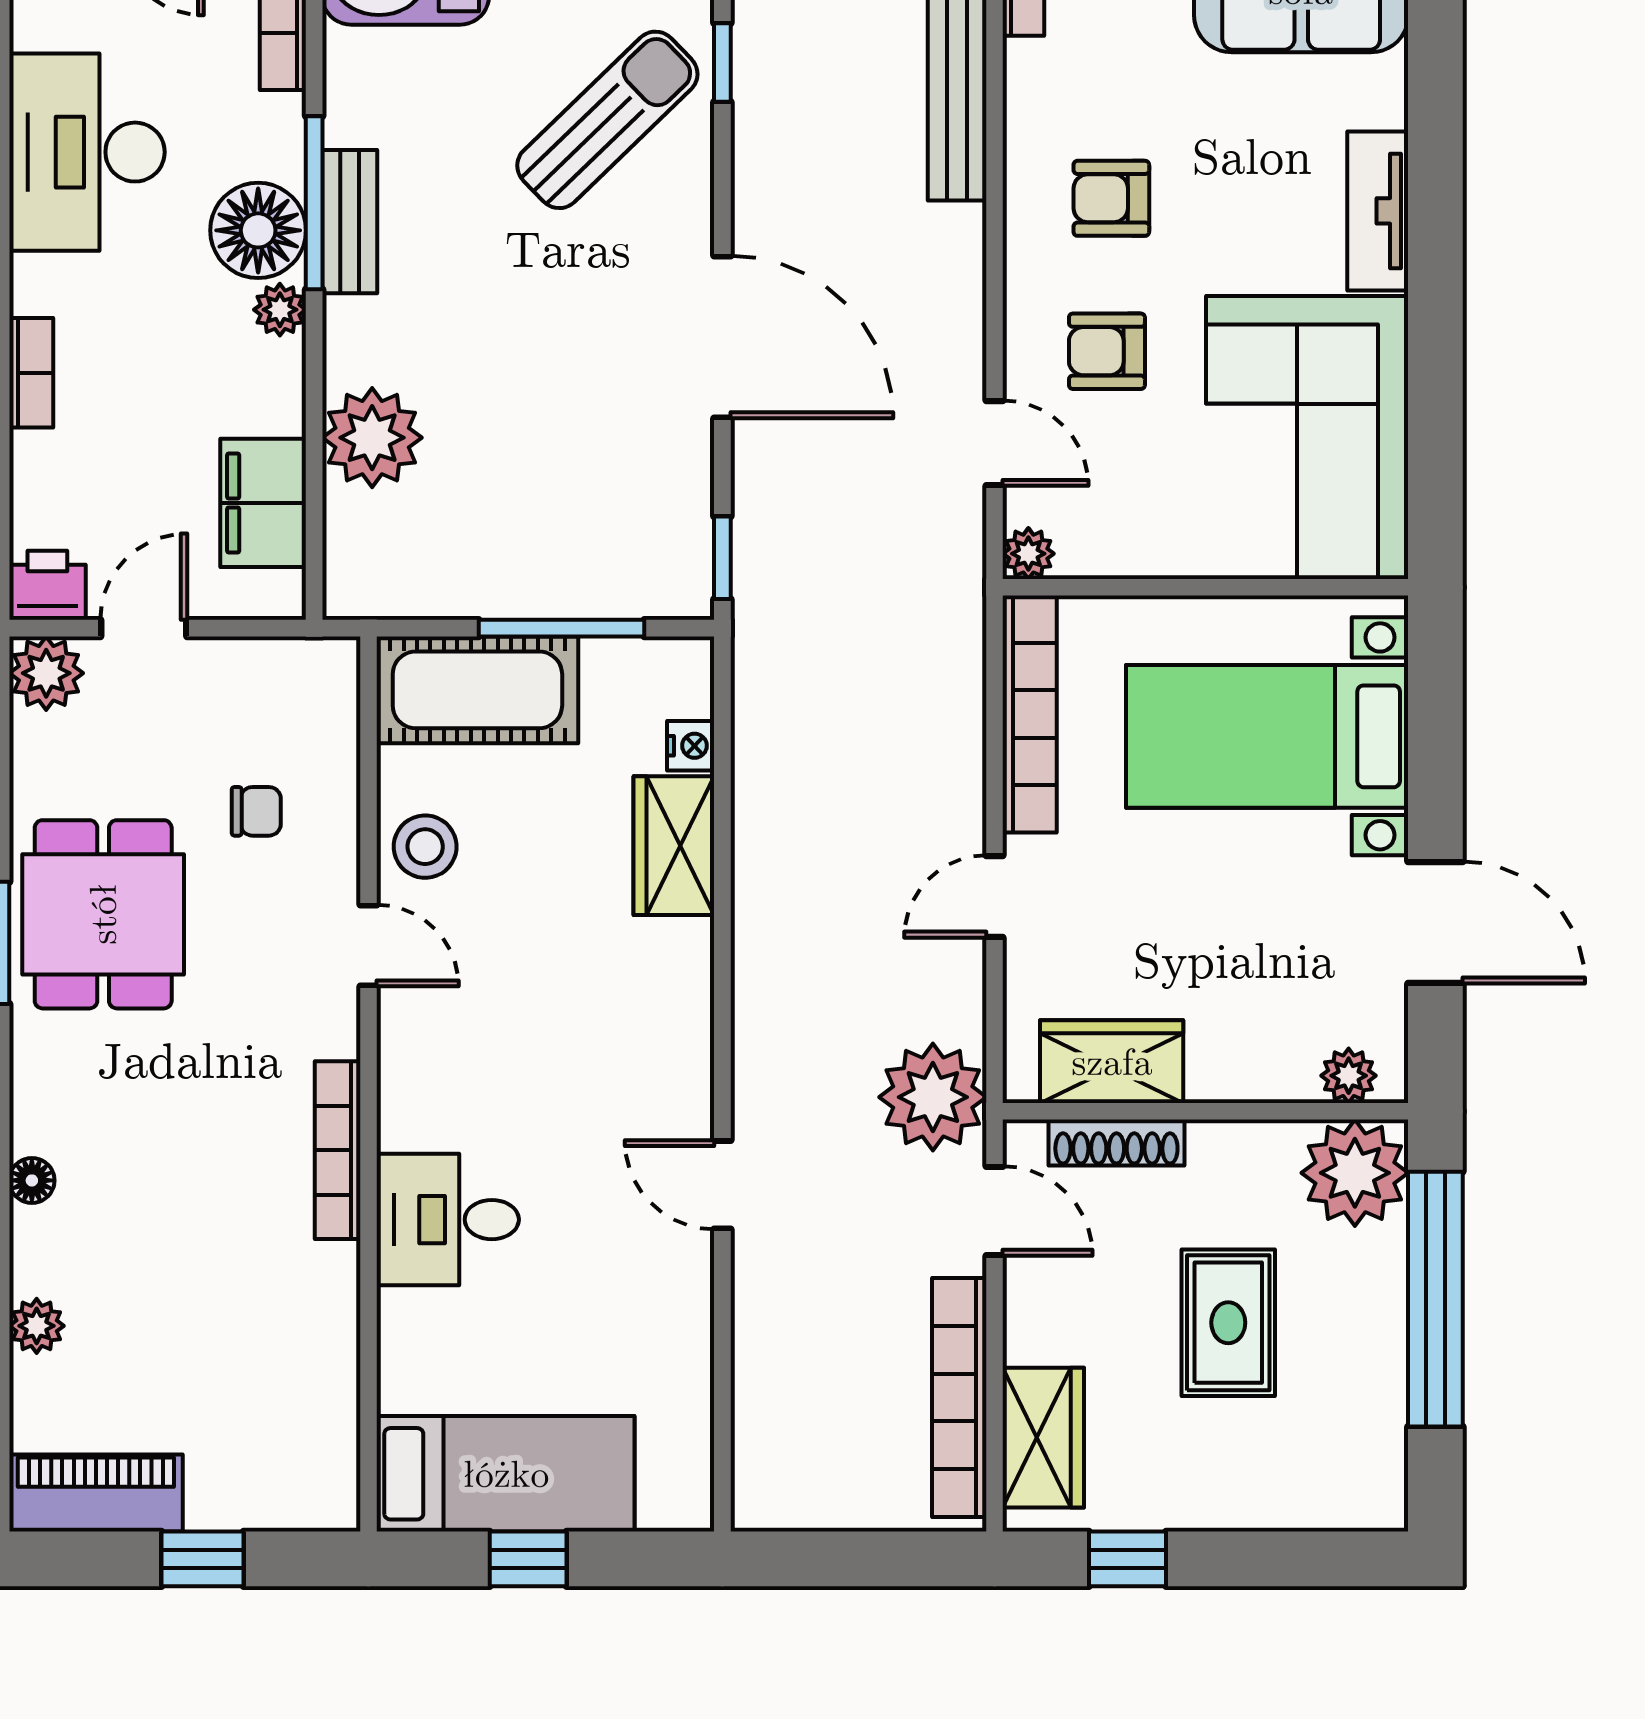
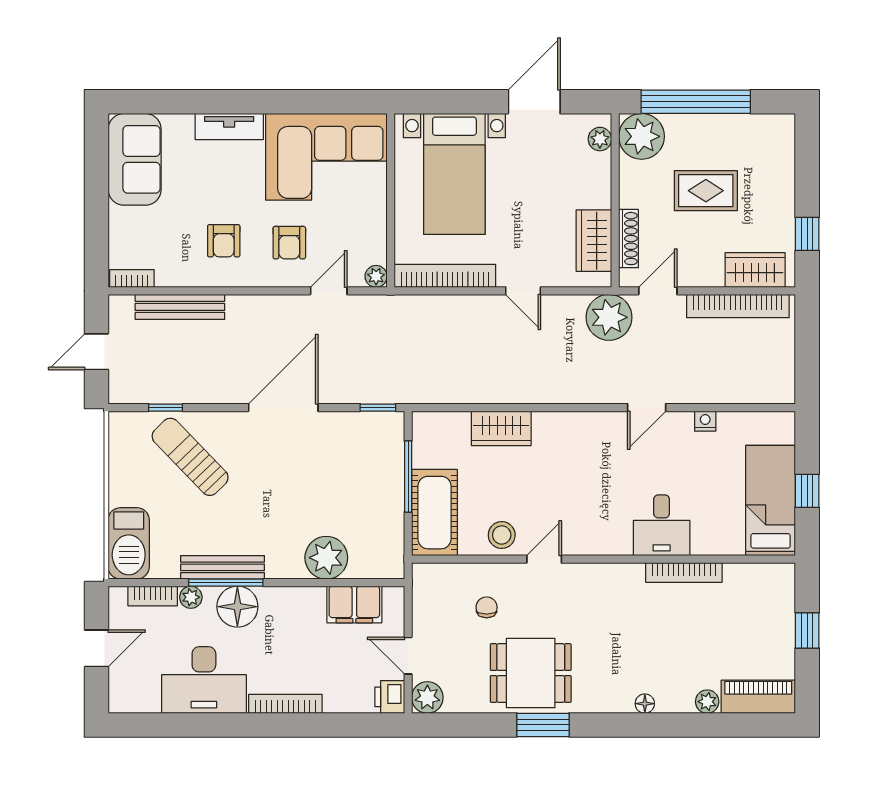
bench: (350, 222) -> (222, 567), width x1.36
plant: (280, 310) -> (191, 597), moved
bookcase: (31, 373) -> (285, 704), width x1.56
nightstand: (691, 746) -> (705, 421), moved
bookcase: (338, 1150) -> (684, 573), moved
piano: (96, 1493) -> (758, 697), moved, turned 90

